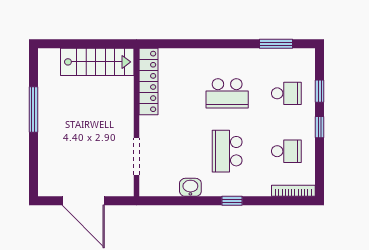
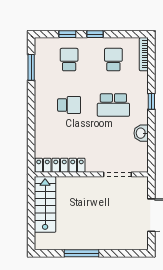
school desk: (227, 93) -> (69, 105), width x0.54

